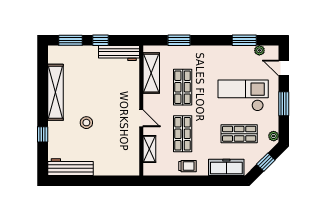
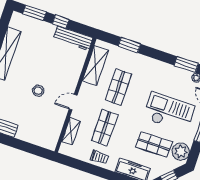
door: (141, 118) -> (73, 102), swing flipped
stool: (86, 123) -> (38, 91), moved
plant: (274, 136) -> (181, 152), width x1.88, depth x1.88

